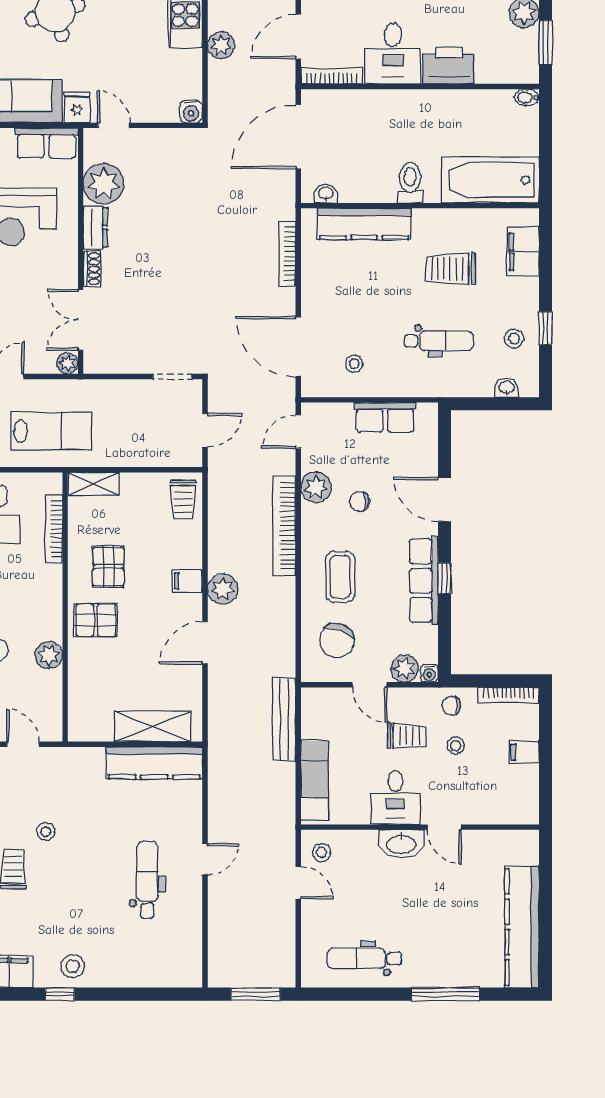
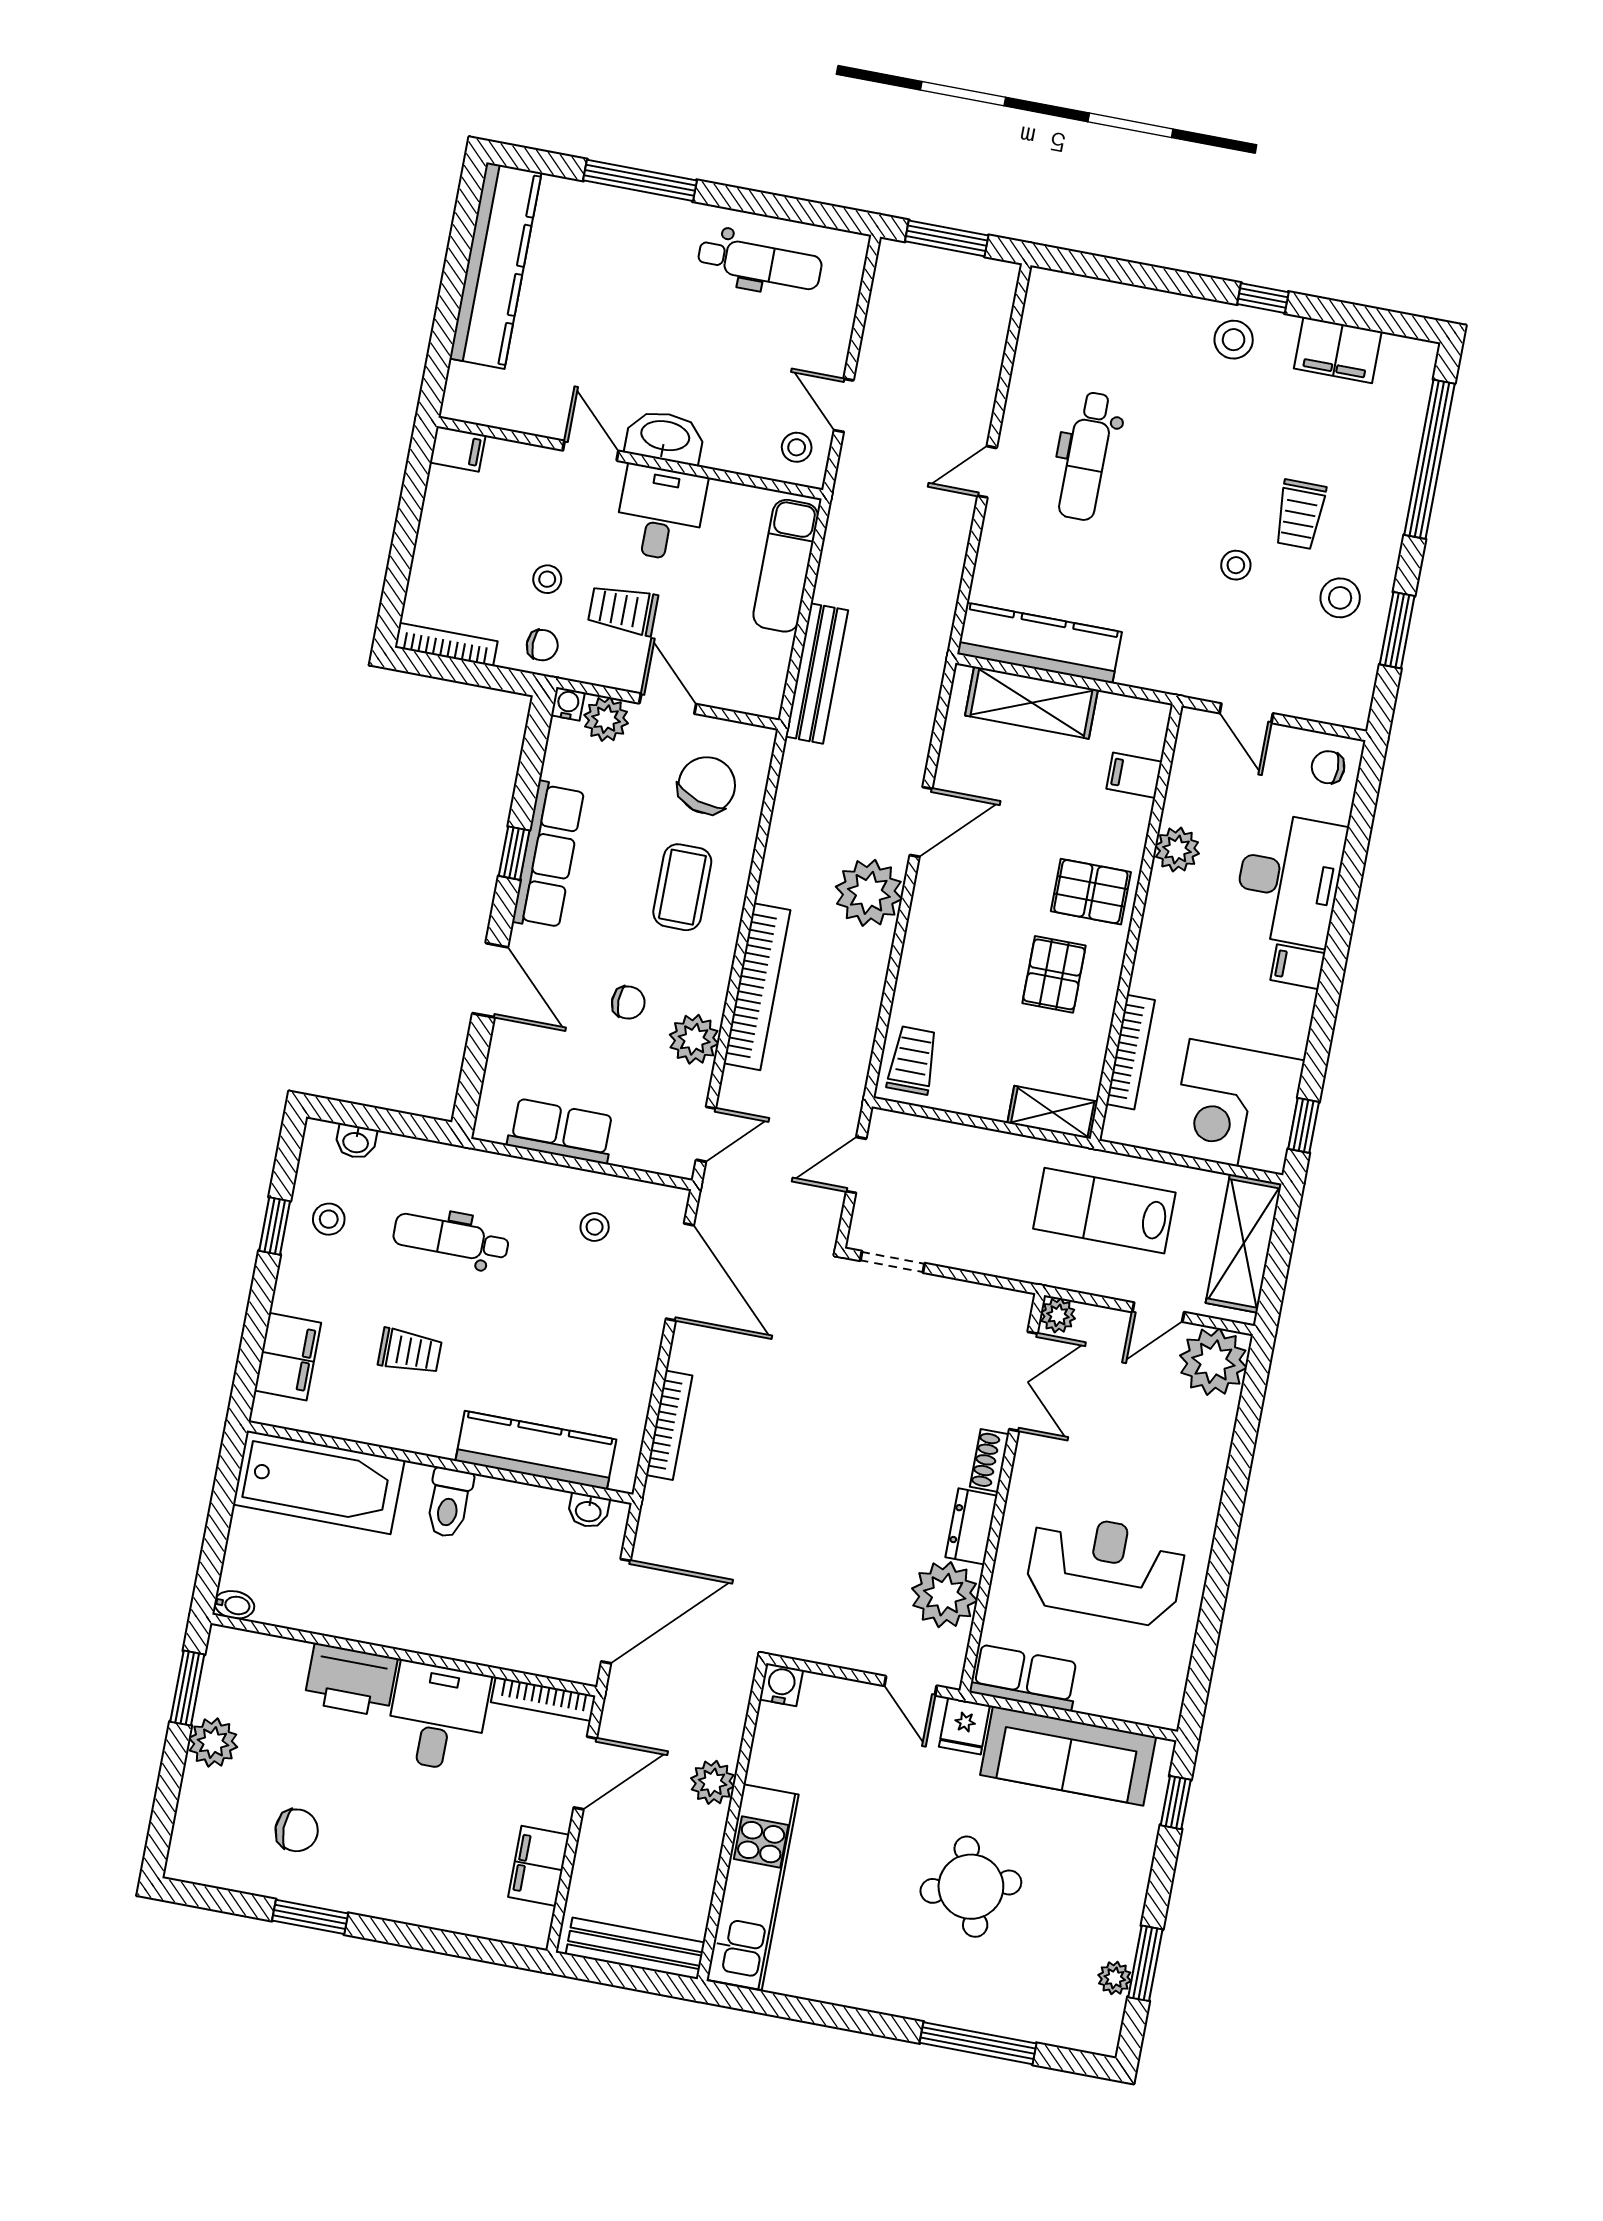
trolley: (451, 269) -> (410, 1351), width x0.73, depth x0.72
filing cabinet: (187, 581) -> (1134, 775), moved, turned 180
plant: (223, 589) -> (869, 893), width x1.36, depth x1.36
filing cabinet: (524, 752) -> (458, 449), moved

